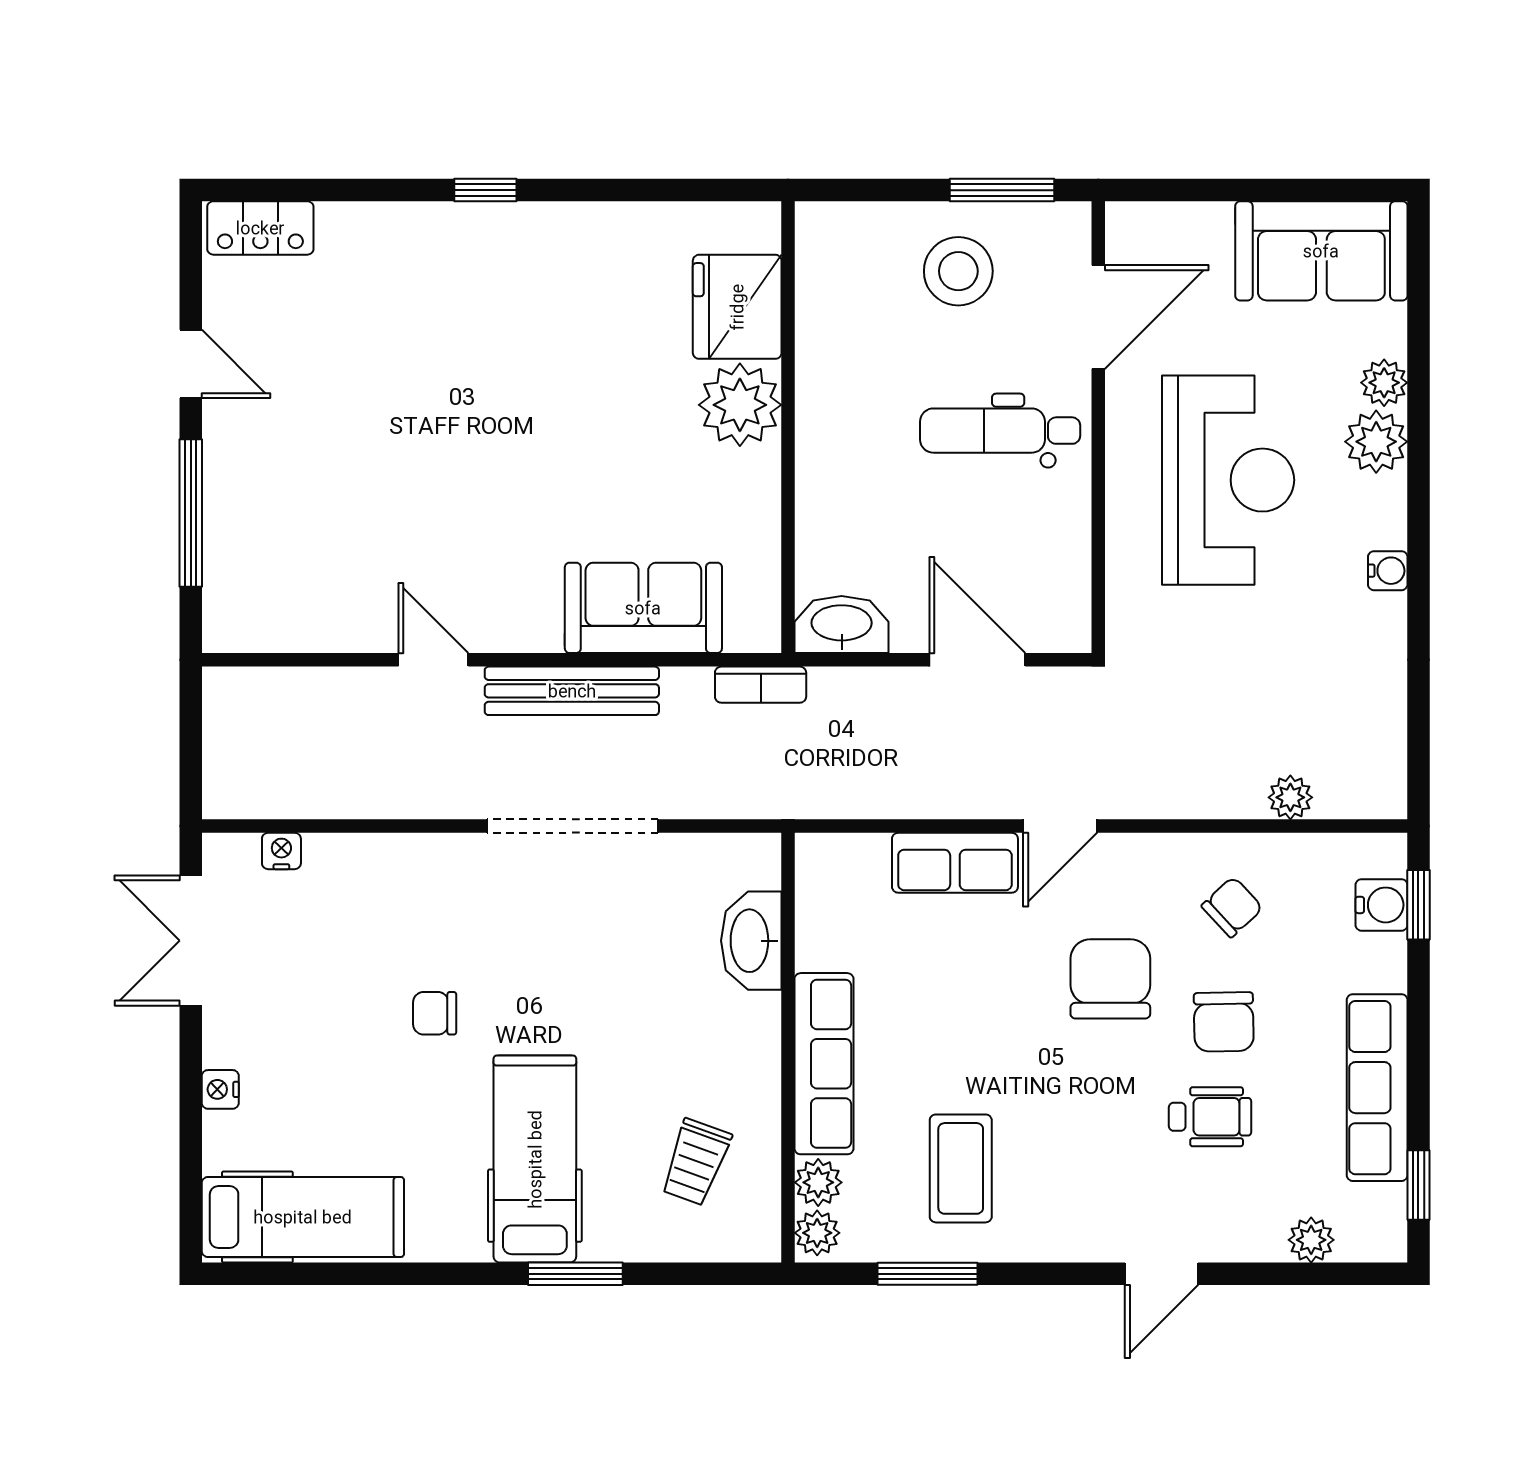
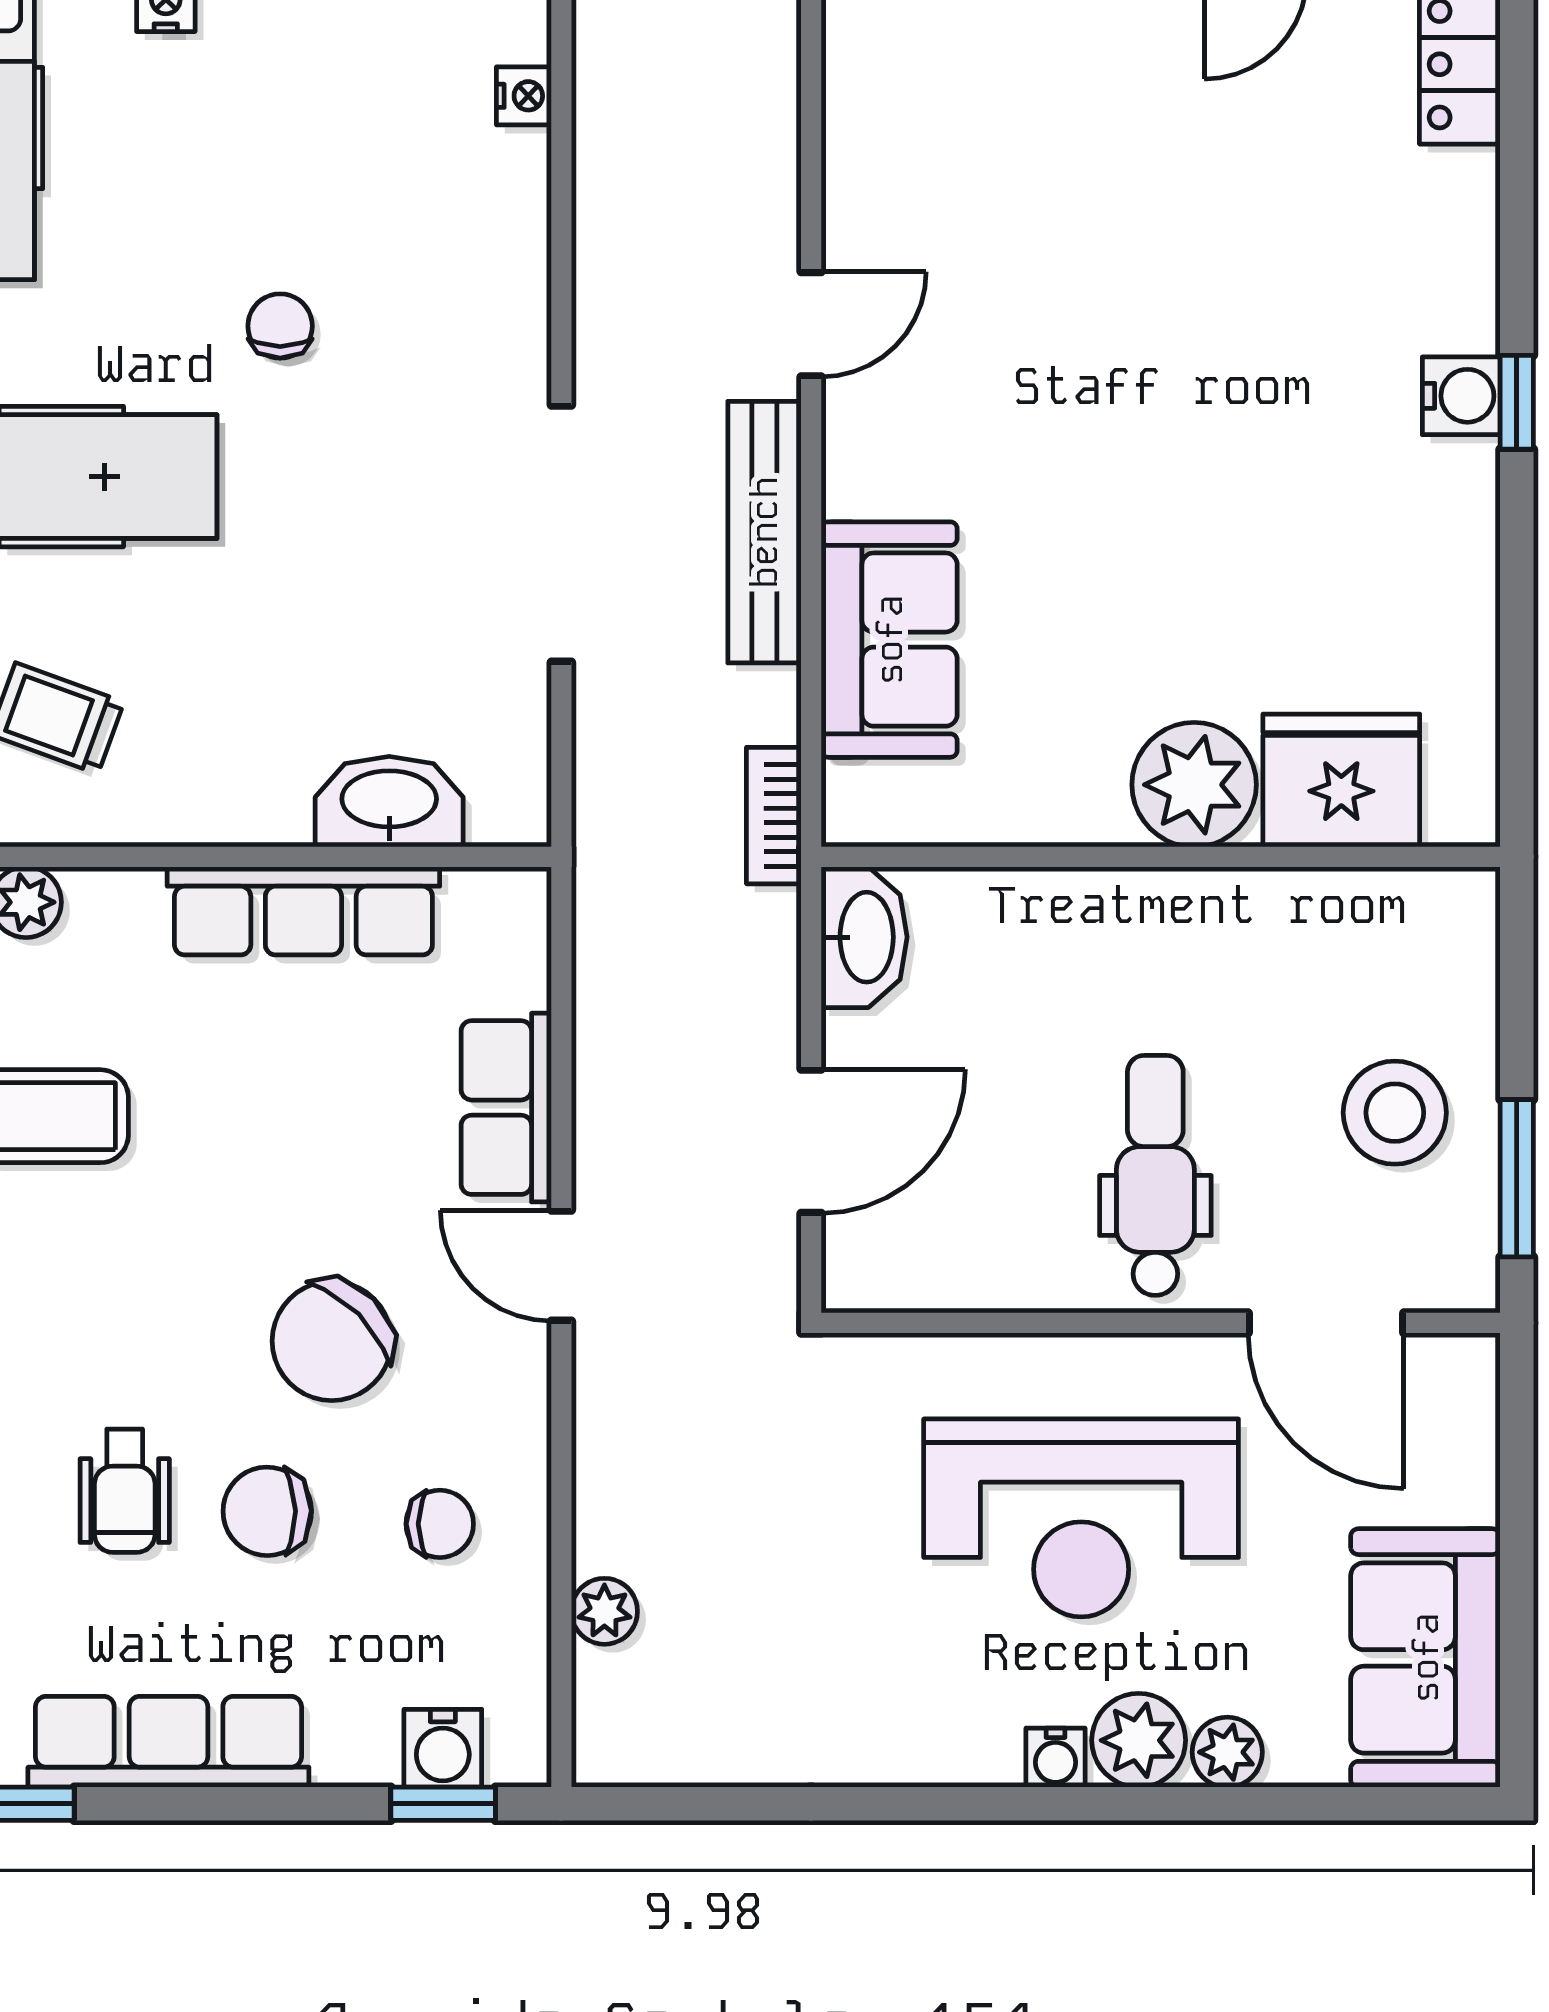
water cooler: (481, 227) -> (1461, 396), added
water cooler: (1388, 571) -> (1056, 1758), moved
chair: (1232, 907) -> (440, 1524), turned -47
chair: (1110, 979) -> (332, 1341), turned 135
row of seats: (824, 1064) -> (303, 911), moved

